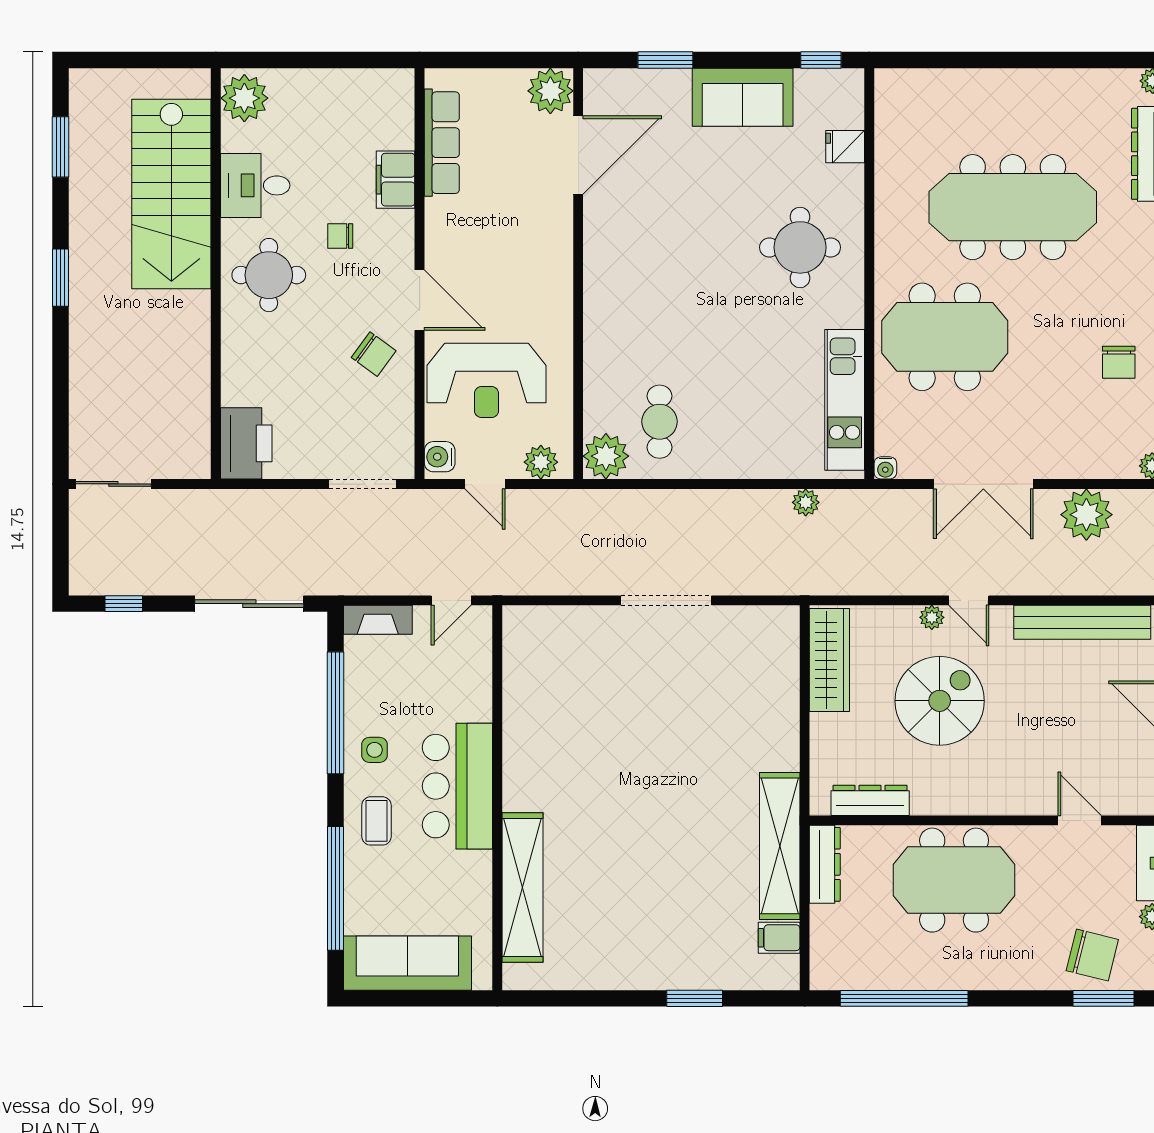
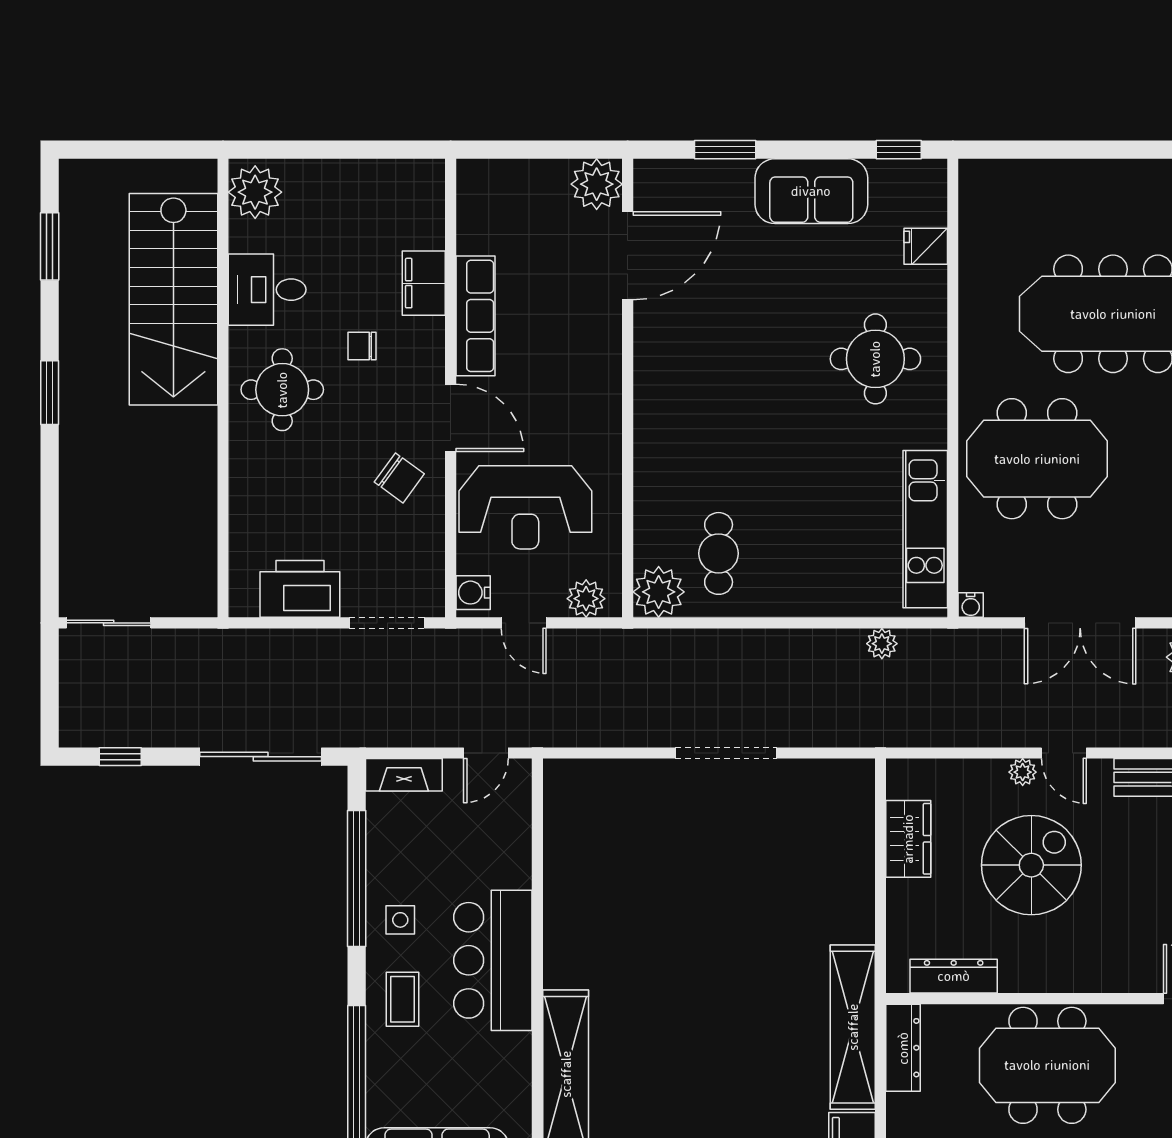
row of seats: (442, 143) -> (475, 316), moved
printer: (246, 443) -> (300, 589), moved, turned -90
wardrobe: (829, 660) -> (908, 839), width x0.67

